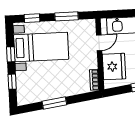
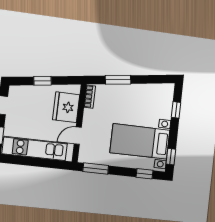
window: (66, 16) -> (96, 168), moved
window: (11, 54) -> (171, 157), moved
window: (54, 103) -> (118, 80), moved

